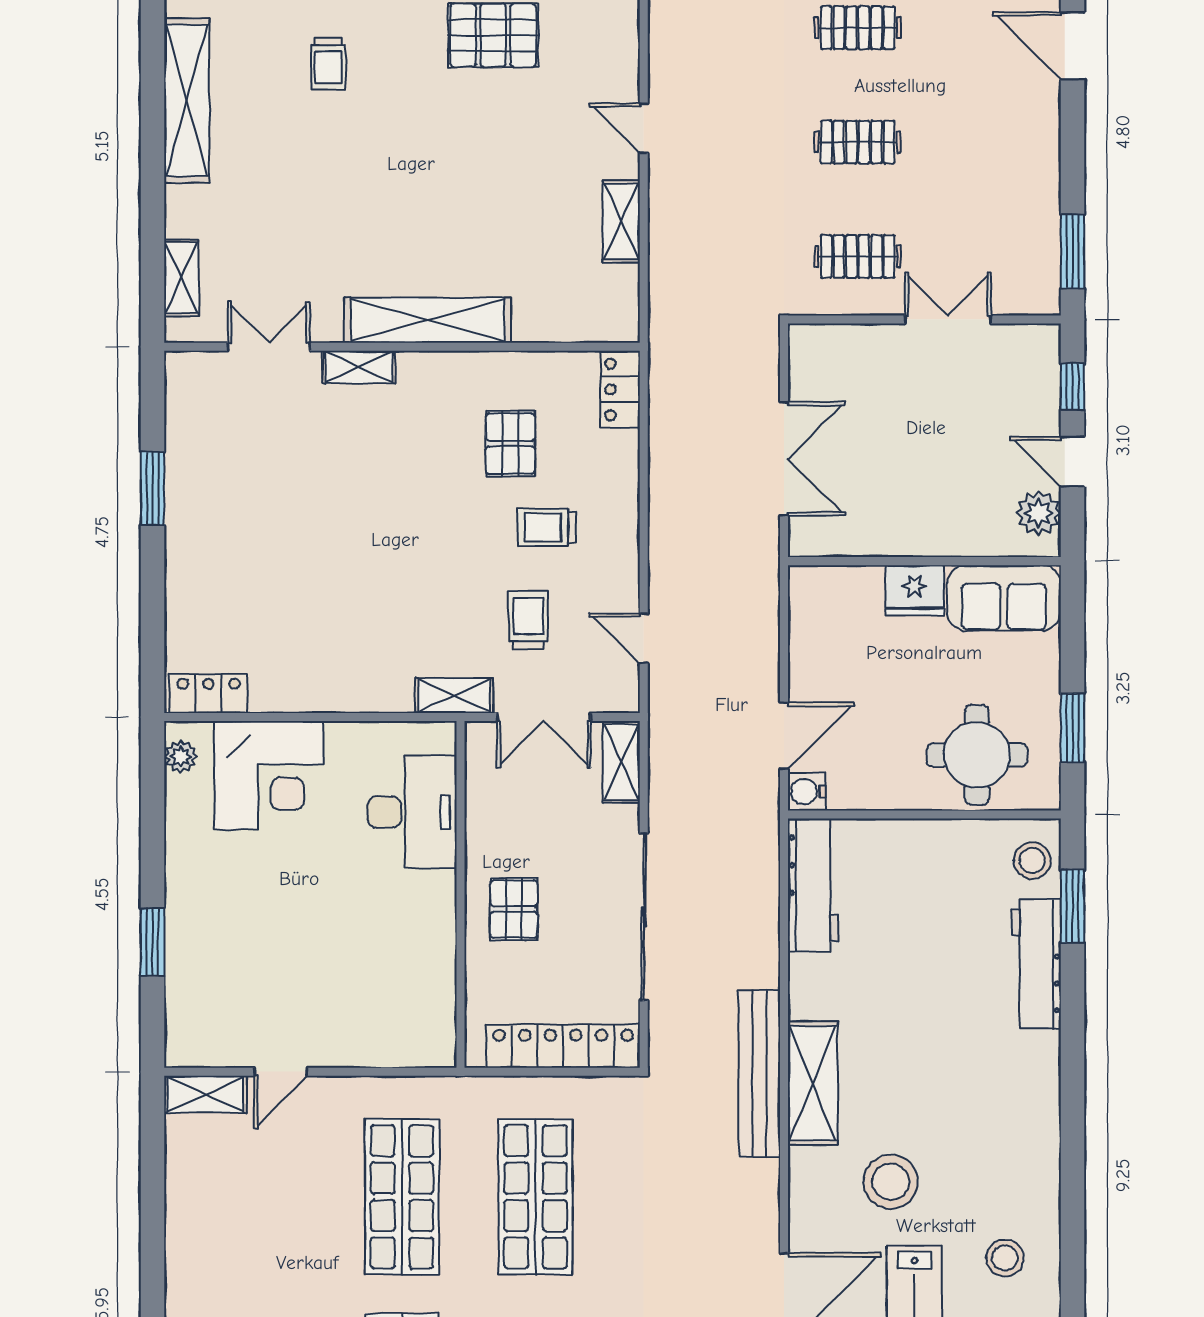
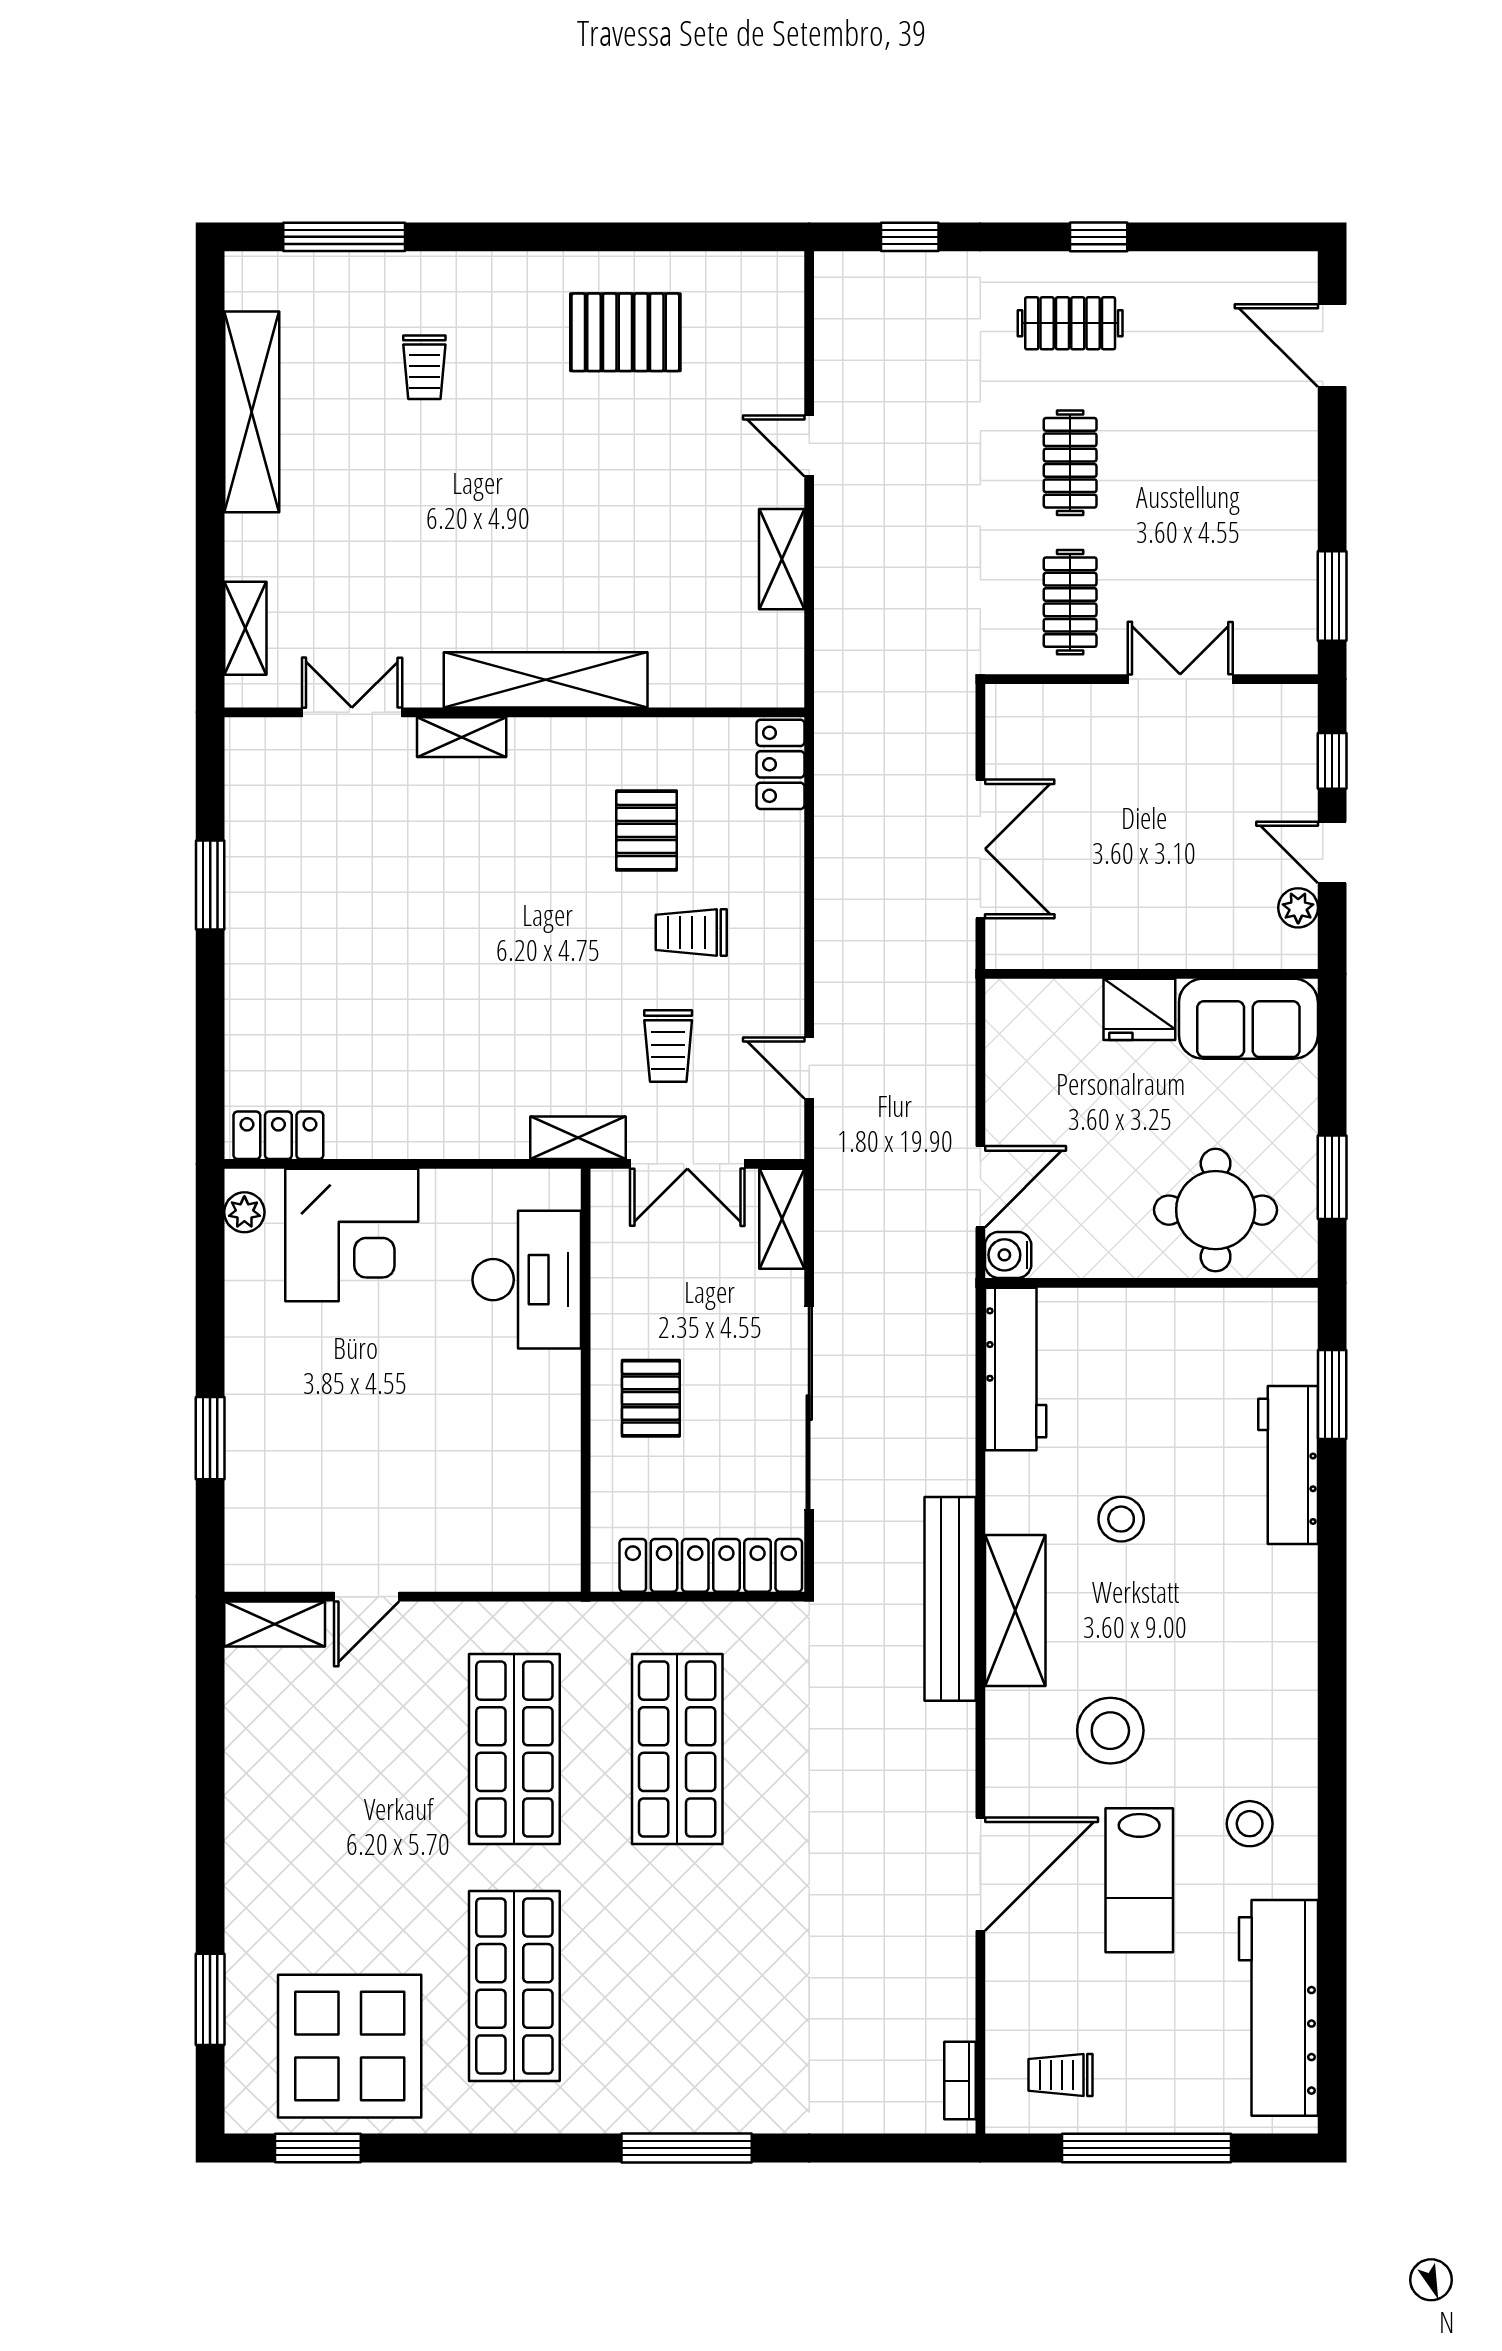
clothes rail: (858, 142) -> (1070, 463), turned 90
clothes rail: (858, 256) -> (1070, 602), turned 90
plant: (1039, 513) -> (1298, 908), width x0.73, depth x0.73
trolley: (528, 620) -> (668, 1046), turned 180
stool: (1032, 861) -> (1121, 1519), moved

